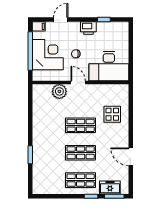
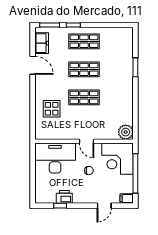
printer: (88, 28) -> (64, 197), moved
corner desk: (48, 55) -> (118, 159), moved
plant: (59, 91) -> (126, 132), moved
freezer: (110, 187) -> (42, 43), moved, turned -90

